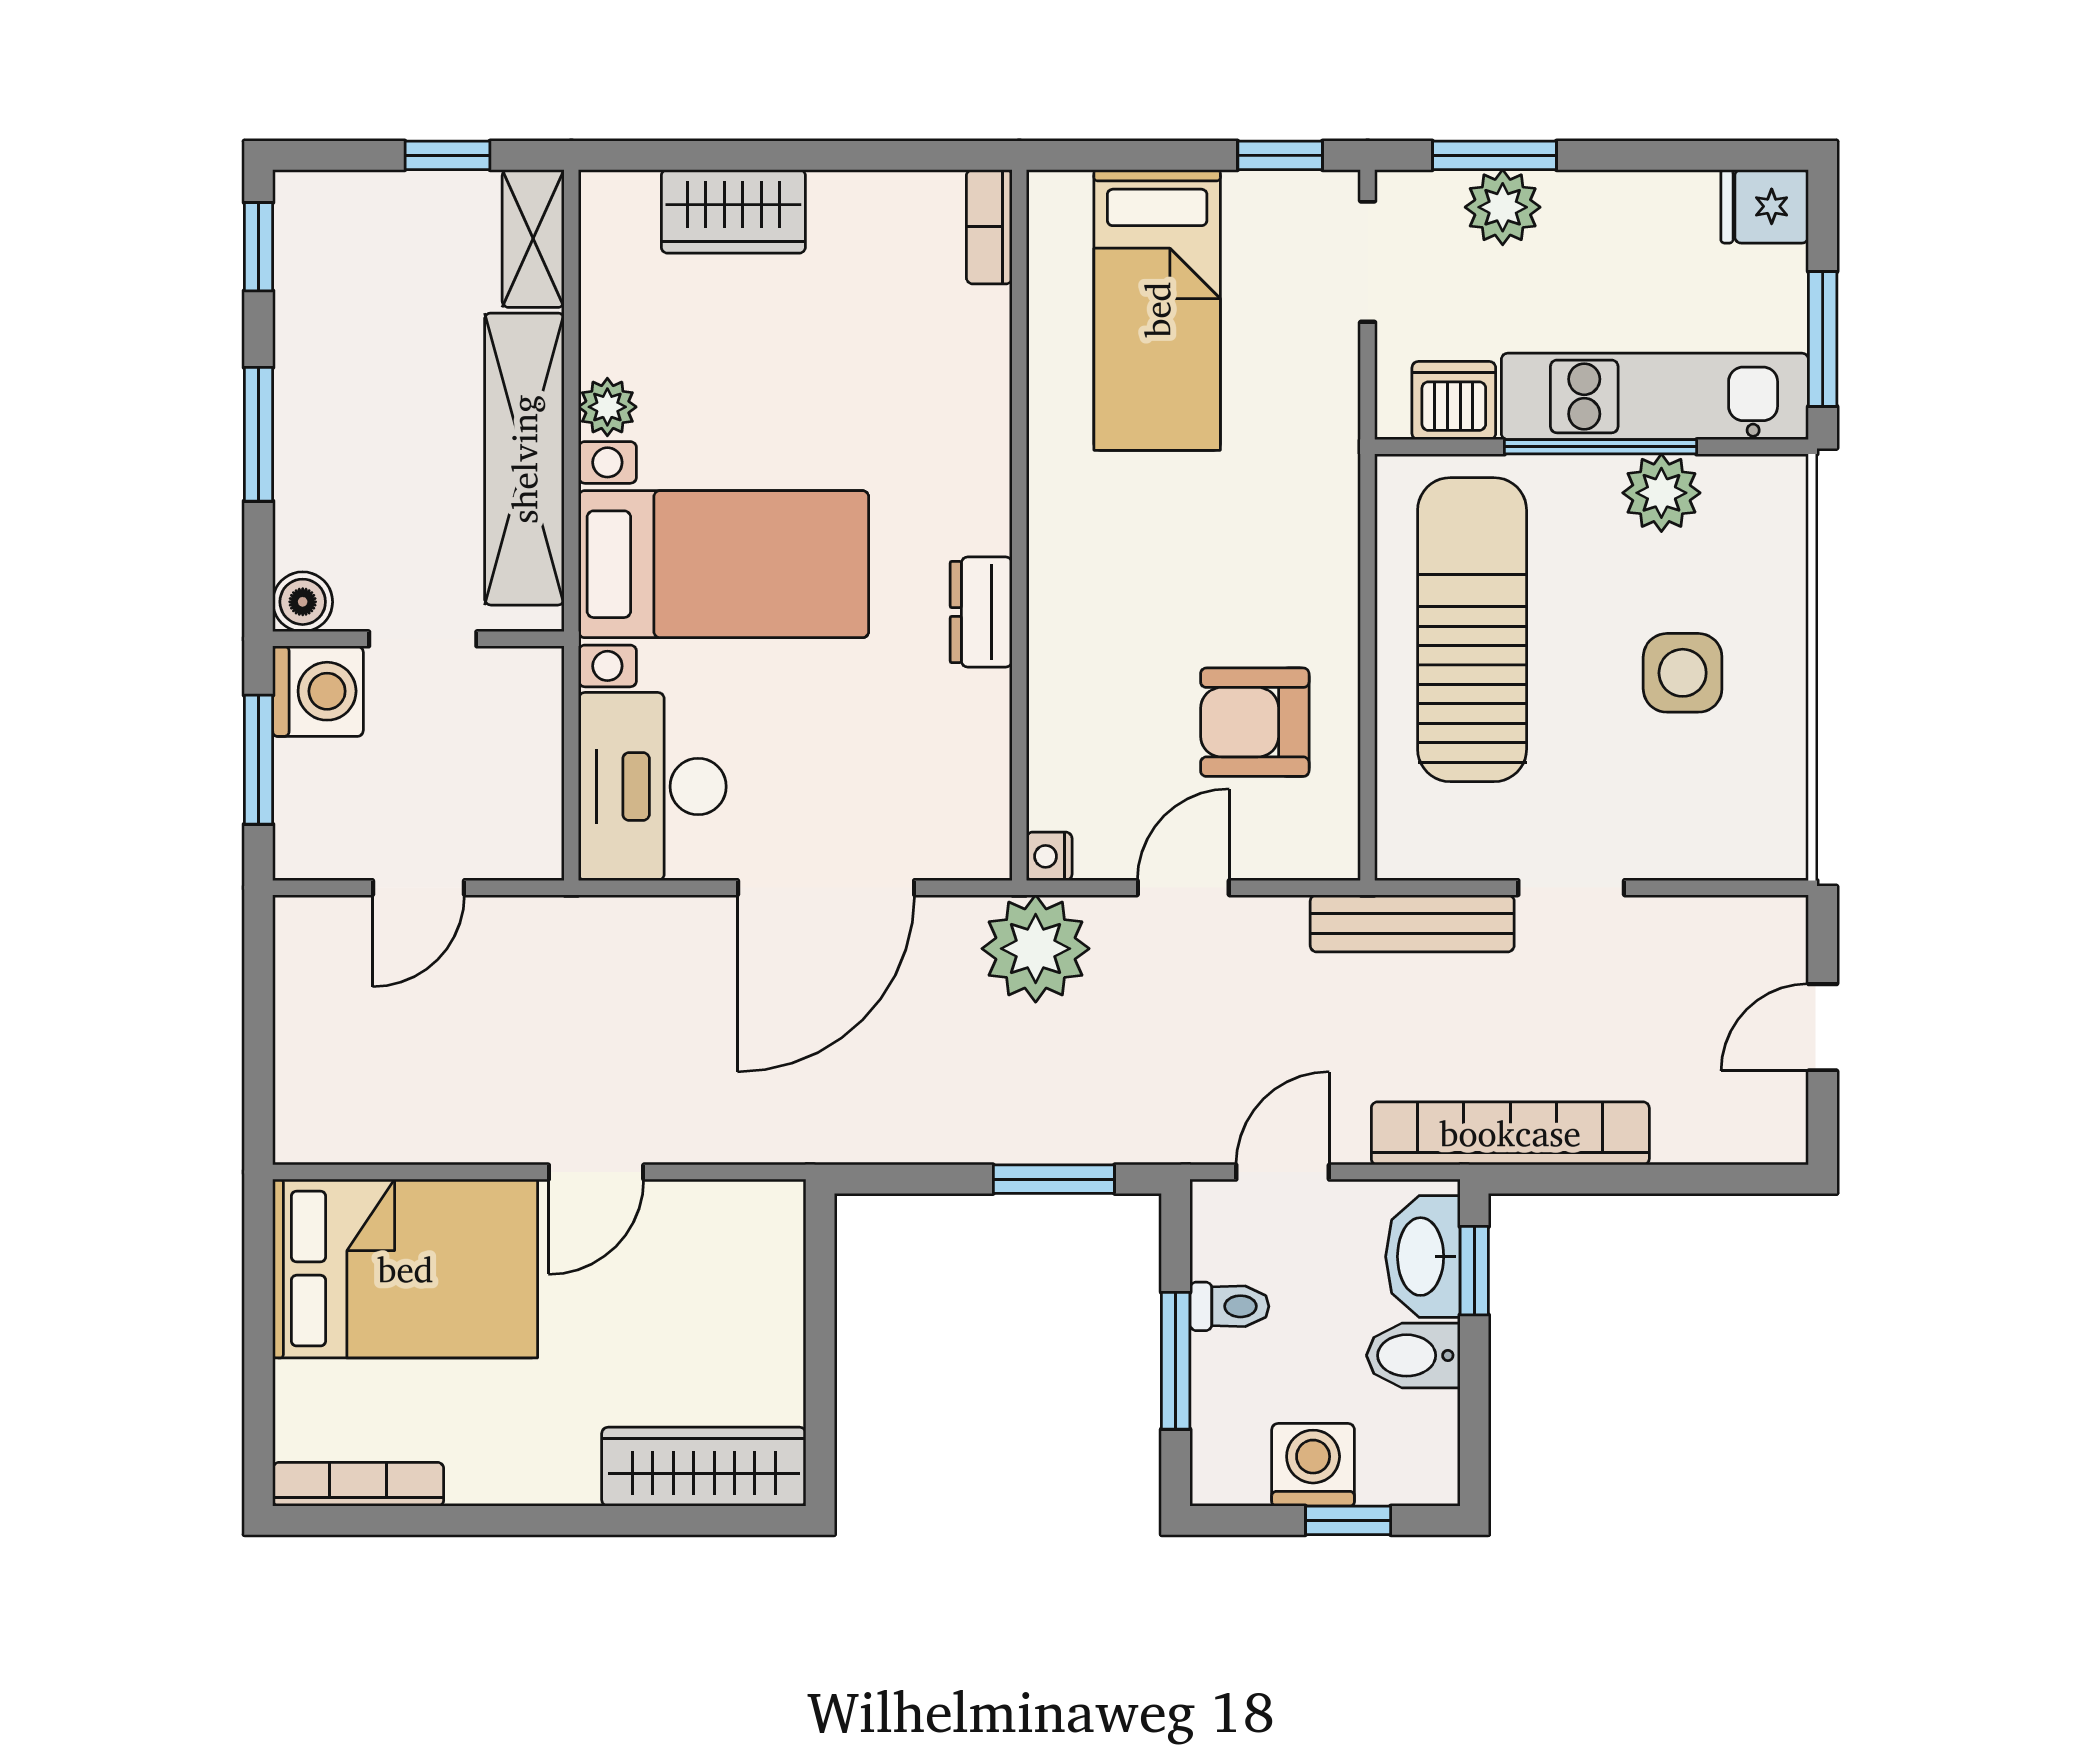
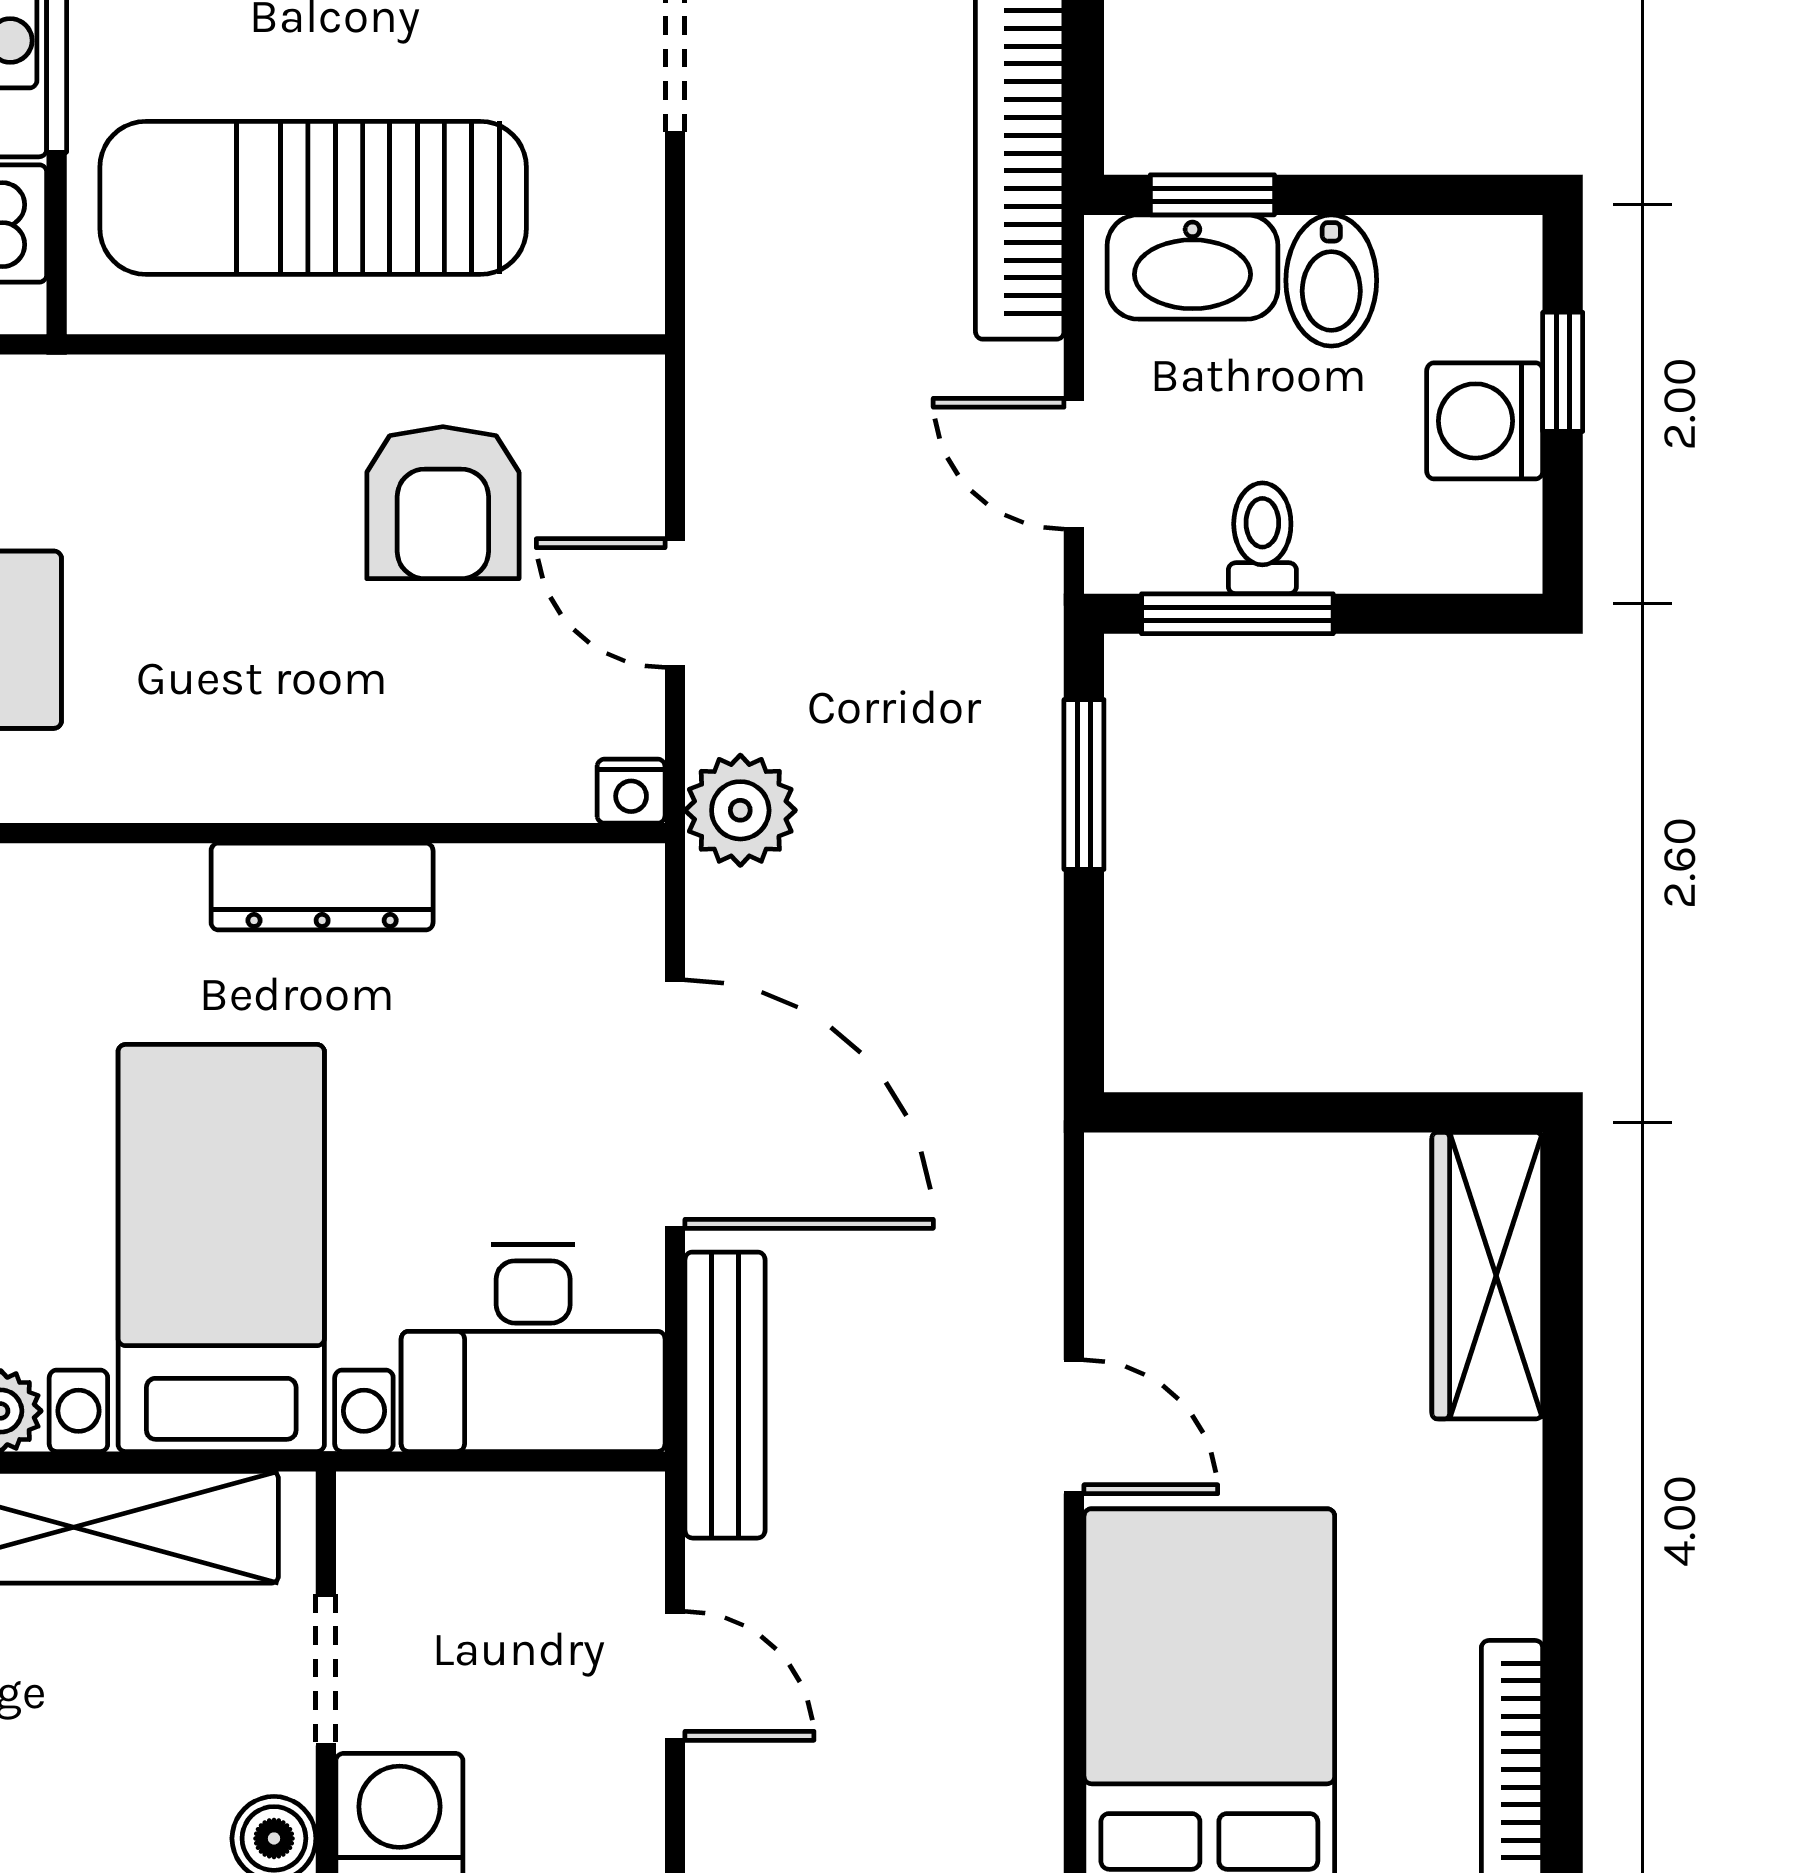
dresser: (981, 612) -> (322, 887), width x1.44
bench: (1412, 923) -> (725, 1395), moved
plant: (1036, 949) -> (740, 810), width x0.73, depth x0.73
window: (1176, 1361) -> (1237, 614), moved

